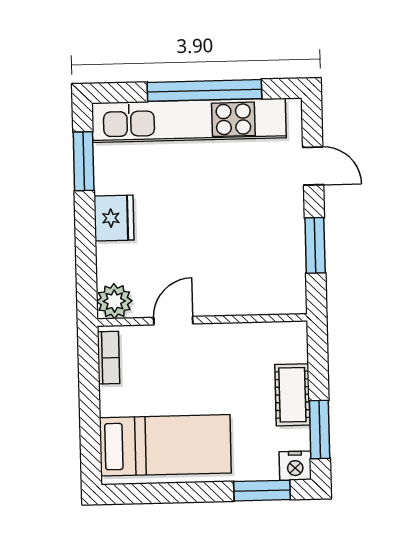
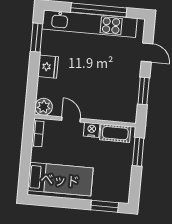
door: (173, 321) -> (71, 119), hinge flipped
cot: (292, 395) -> (115, 133), moved, turned 90
window: (320, 430) -> (138, 152), moved
nightstand: (295, 466) -> (92, 130), moved, turned 180

